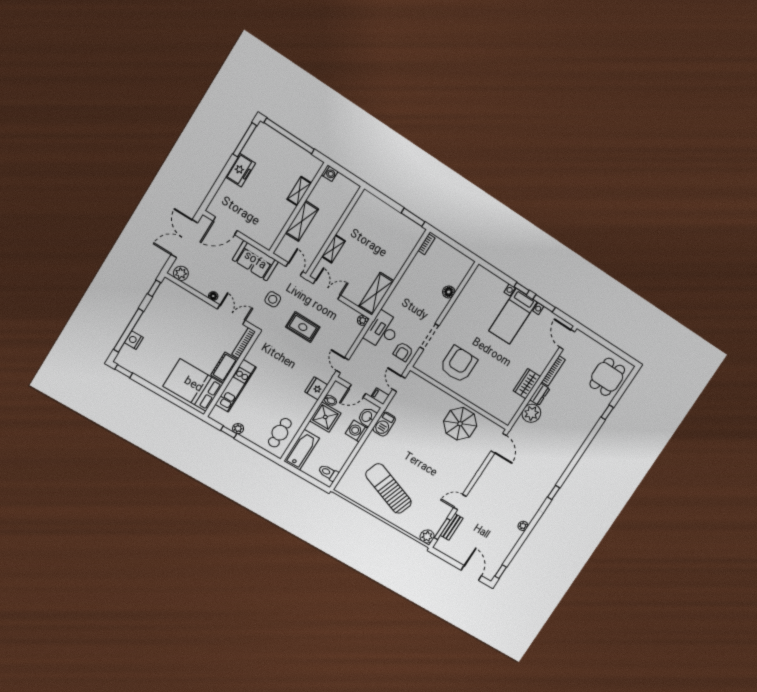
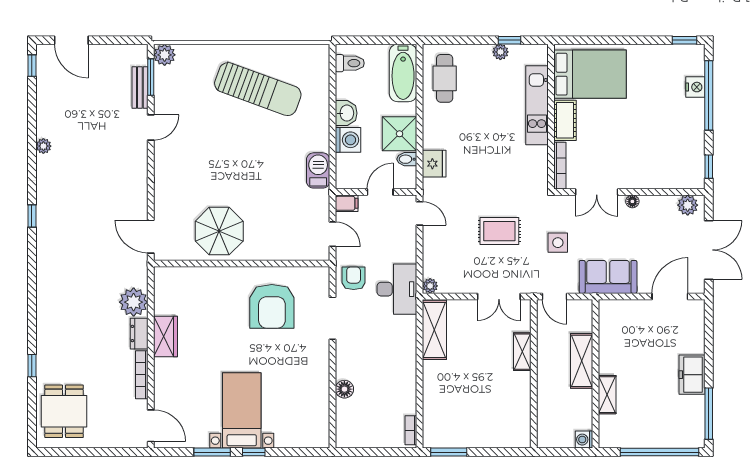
washbasin: (367, 417) -> (346, 113), moved

